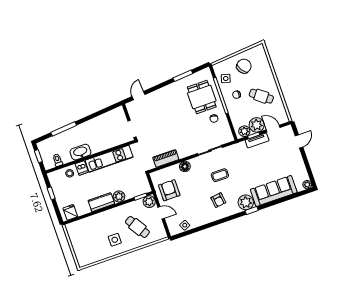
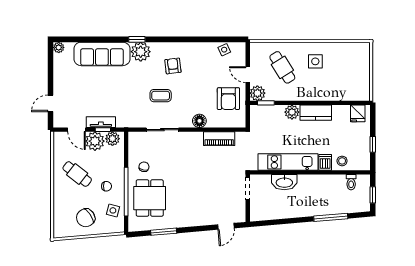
washbasin: (80, 152) -> (284, 182), moved

